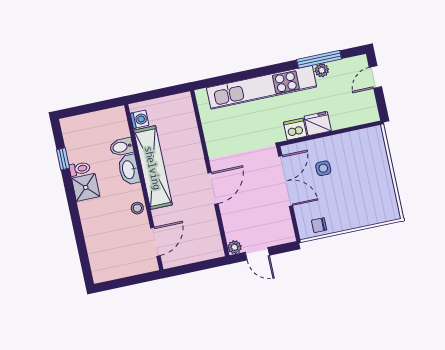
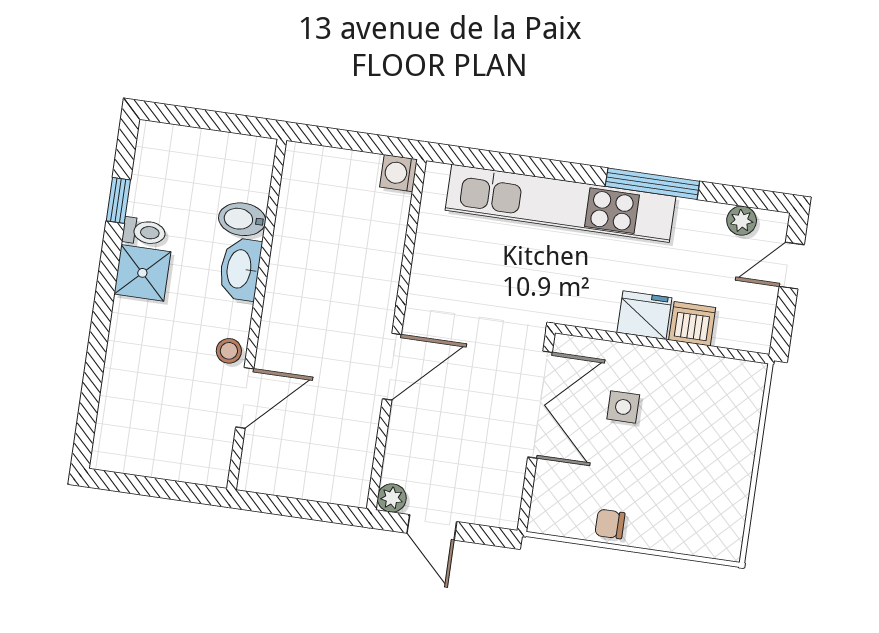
window: (319, 59) -> (652, 184), moved
plant: (322, 70) -> (742, 221), moved
washing machine: (140, 119) -> (399, 173), moved, turned 180
dishwasher: (295, 129) -> (692, 324), moved
shelving: (153, 168) -> (289, 283), removed
chair: (319, 225) -> (610, 524), moved
door: (155, 242) -> (245, 398), moved

